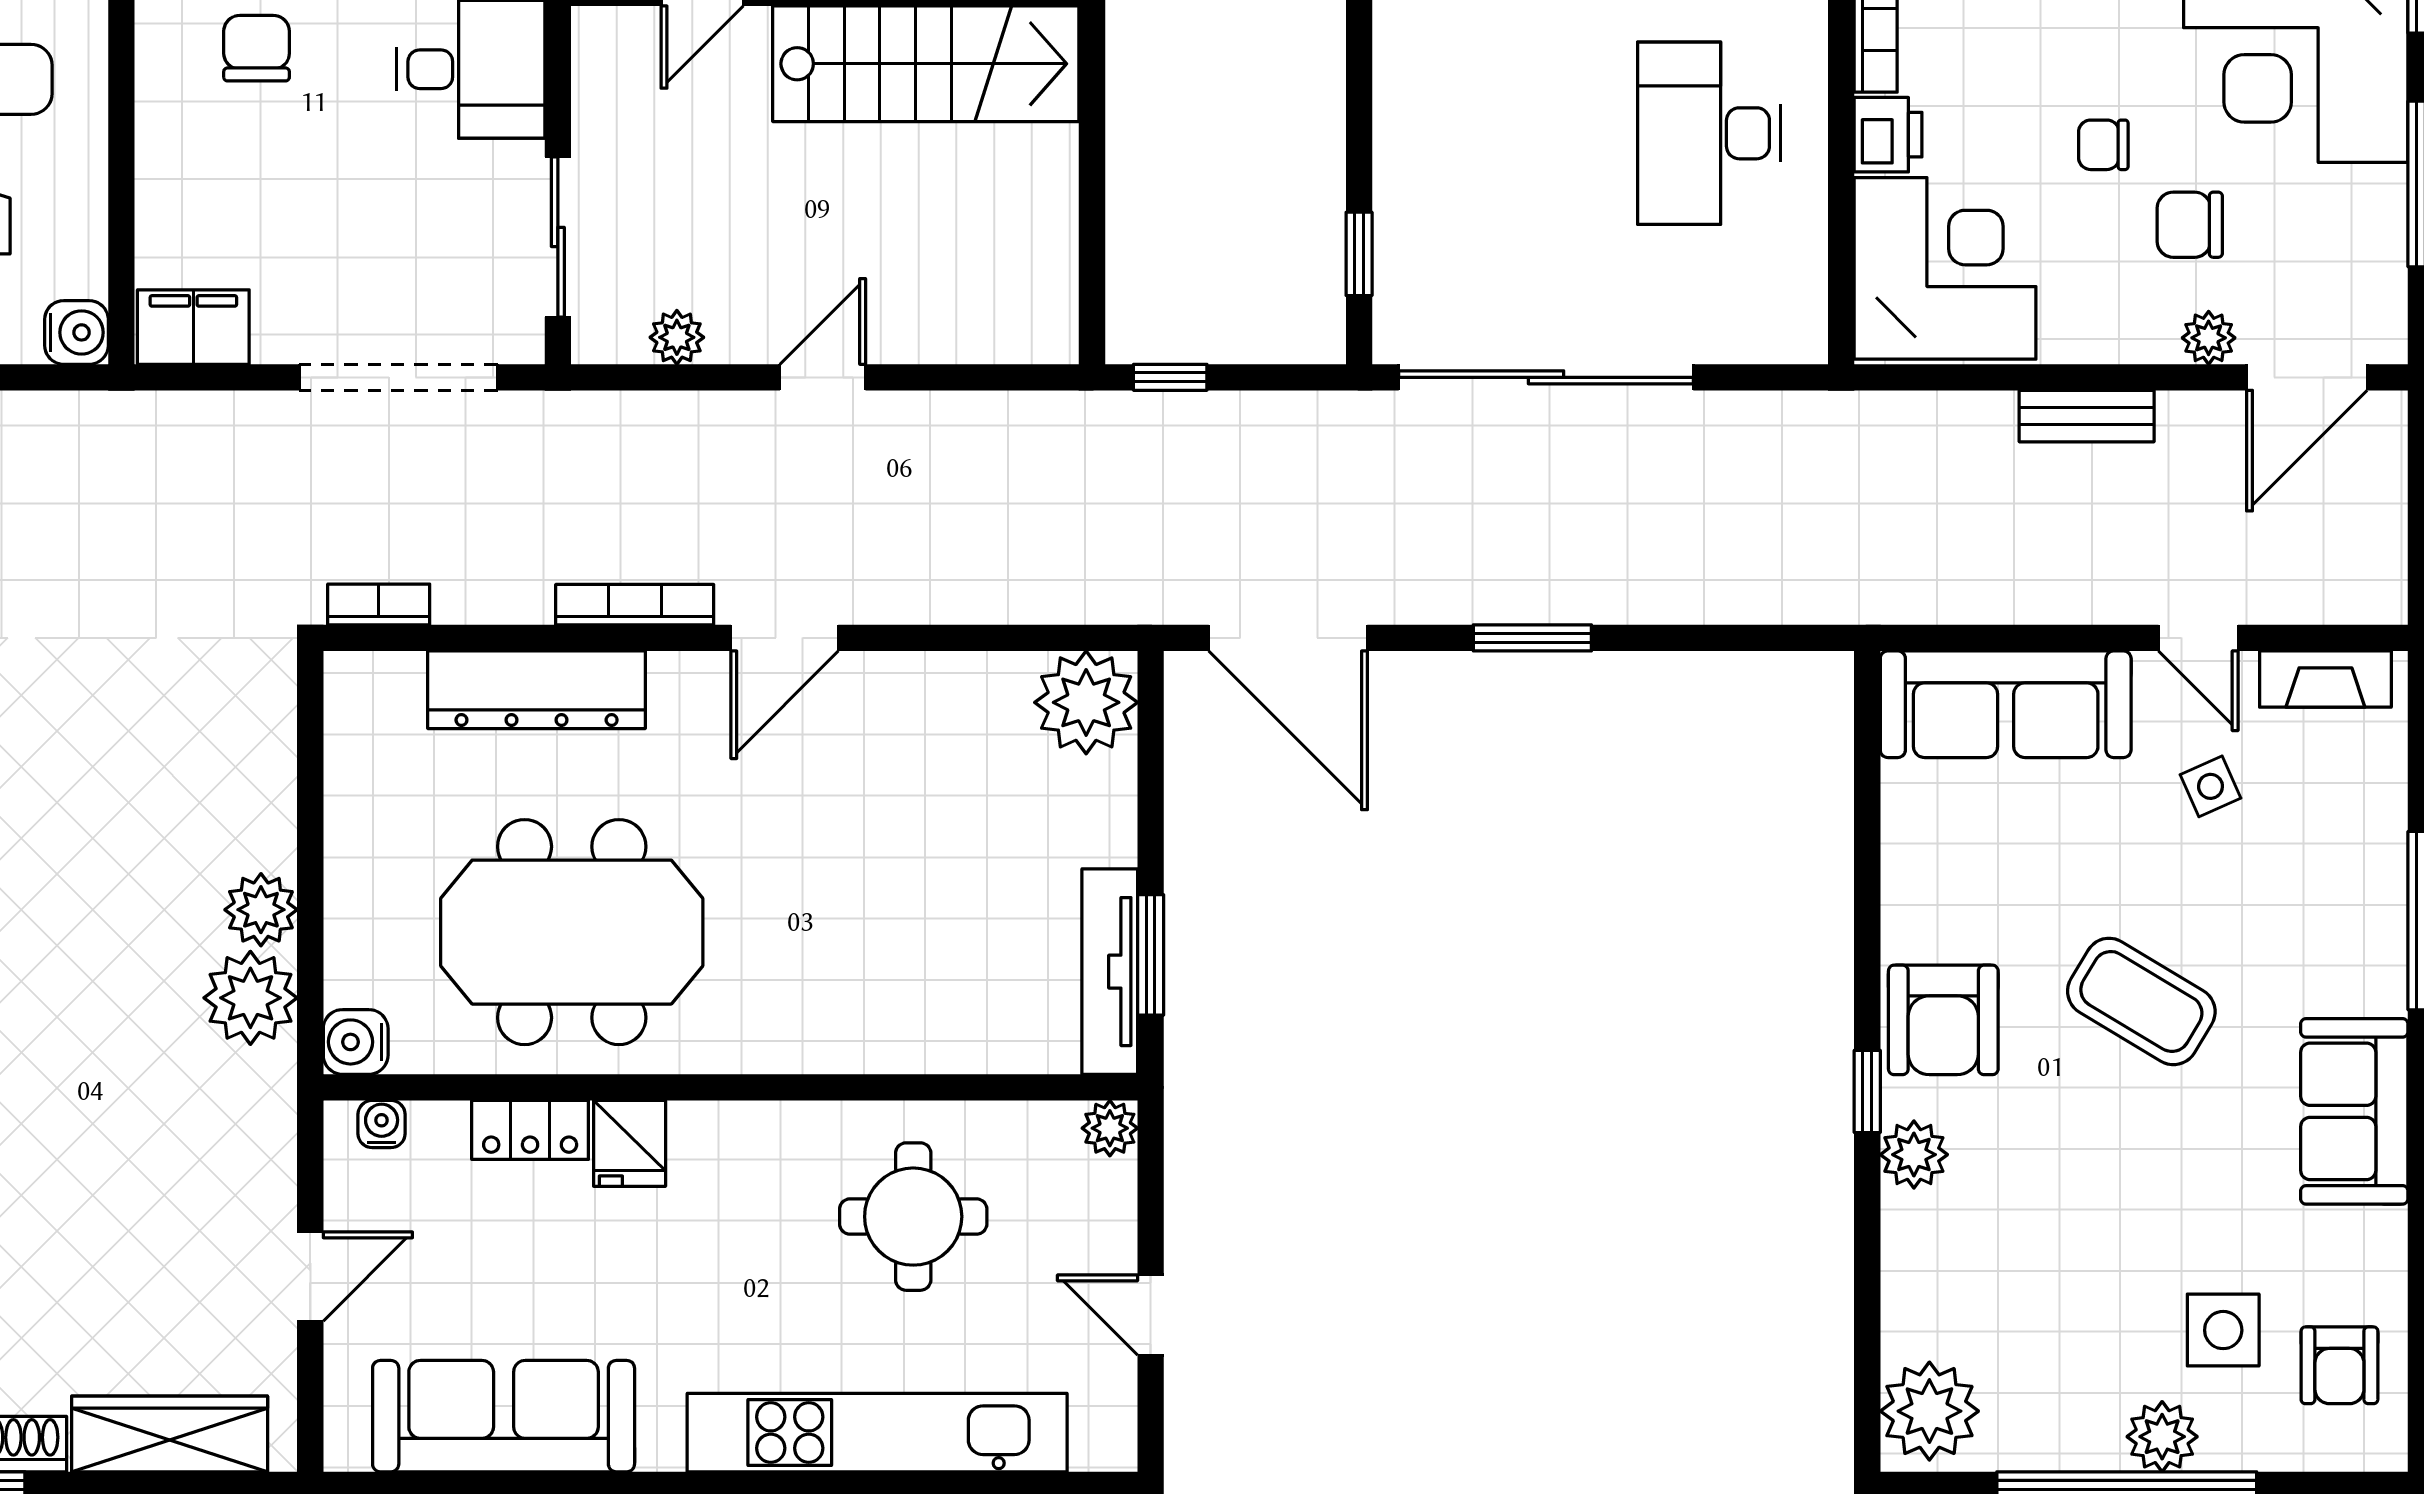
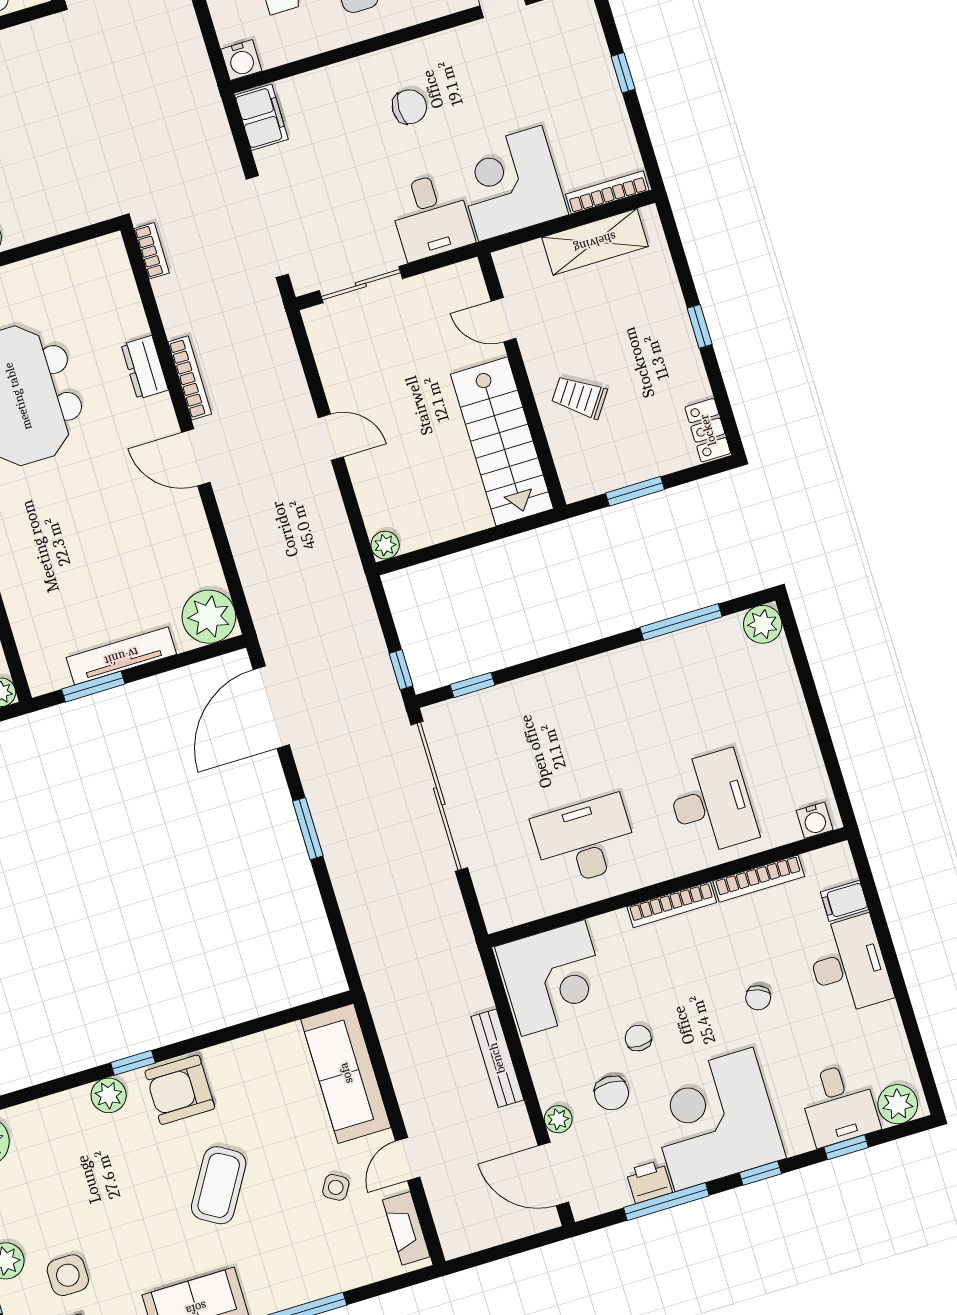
printer: (1888, 135) -> (649, 1181), moved, turned 180
chair: (2190, 225) -> (611, 1093), turned 180
plant: (677, 337) -> (385, 545), moved
window: (1170, 377) -> (401, 670), moved
bench: (2087, 416) -> (497, 1058), width x1.36
dresser: (537, 690) -> (145, 367), width x0.51, depth x0.80
side table: (2210, 786) -> (336, 1187), turned -35
tv unit: (1110, 972) -> (121, 656), moved

